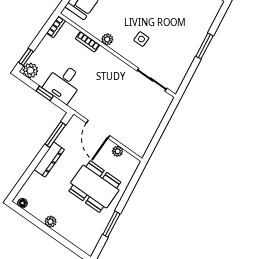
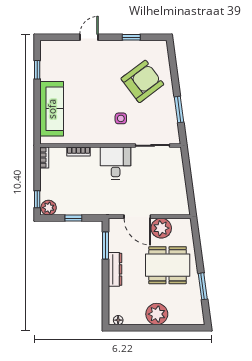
armchair: (180, 21) -> (142, 81), added
plant: (107, 39) -> (93, 138), removed
window: (204, 46) -> (179, 110), moved
desk: (64, 83) -> (116, 163), moved, turned 180
plant: (118, 151) -> (161, 228), width x1.87, depth x1.87
plant: (51, 222) -> (157, 314), width x1.88, depth x1.88

